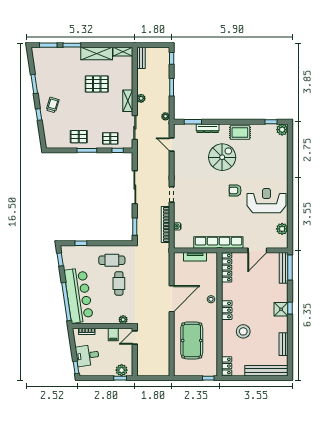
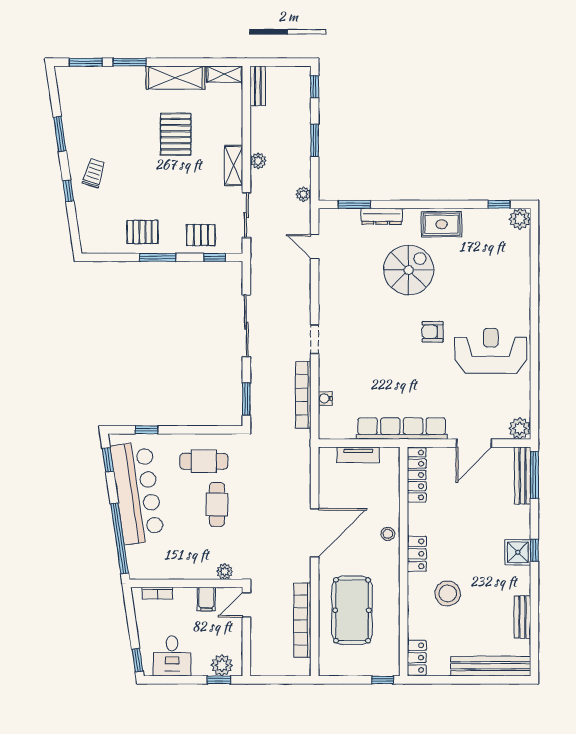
pallet: (97, 84) -> (176, 134), turned 90
plant: (282, 229) -> (520, 428), moved
bar counter: (79, 295) -> (137, 493), moved
bookcase: (165, 346) -> (302, 620), added
desk: (87, 355) -> (172, 656), moved, turned -82

